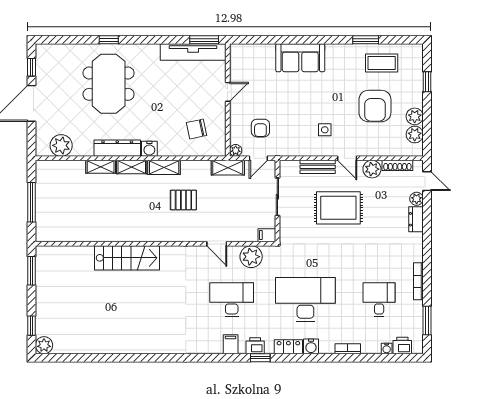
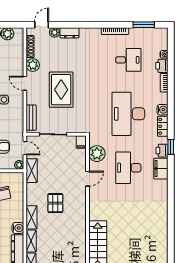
door: (347, 158) -> (25, 83), swing flipped
bench: (318, 167) -> (31, 118), moved
desk: (379, 300) -> (128, 60), turned 180
filing cabinet: (231, 344) -> (161, 169), width x2.00
printer: (402, 345) -> (162, 66), moved

